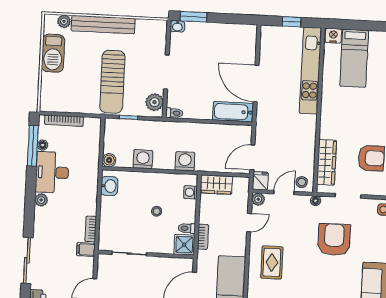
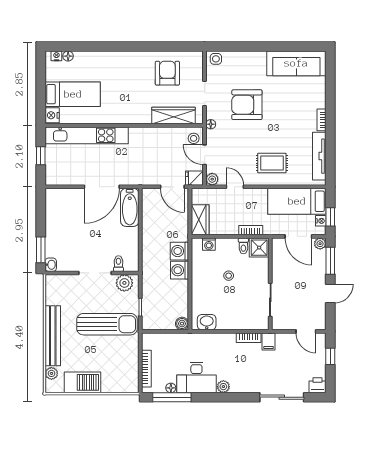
toilet: (174, 113) -> (118, 264), moved
washing machine: (143, 159) -> (179, 270), moved

